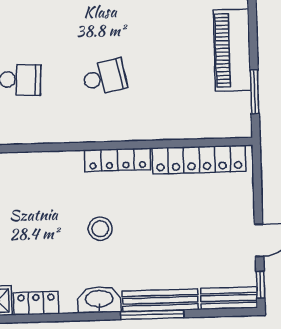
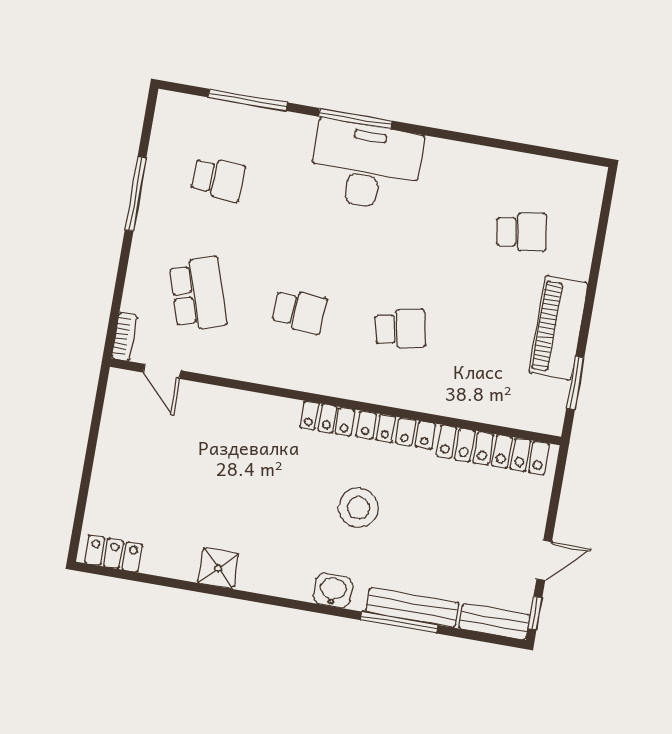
stool: (100, 229) -> (358, 508), width x1.38, depth x1.38
washbasin: (99, 300) -> (333, 590), width x0.72
locker: (36, 303) -> (327, 419), moved, turned 180

